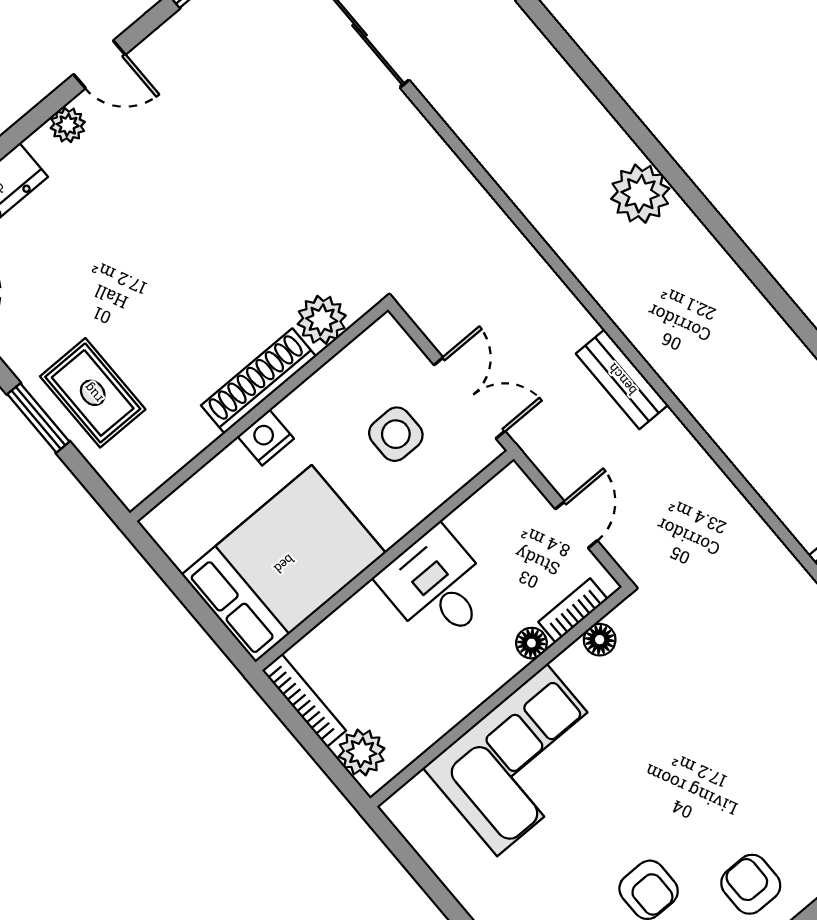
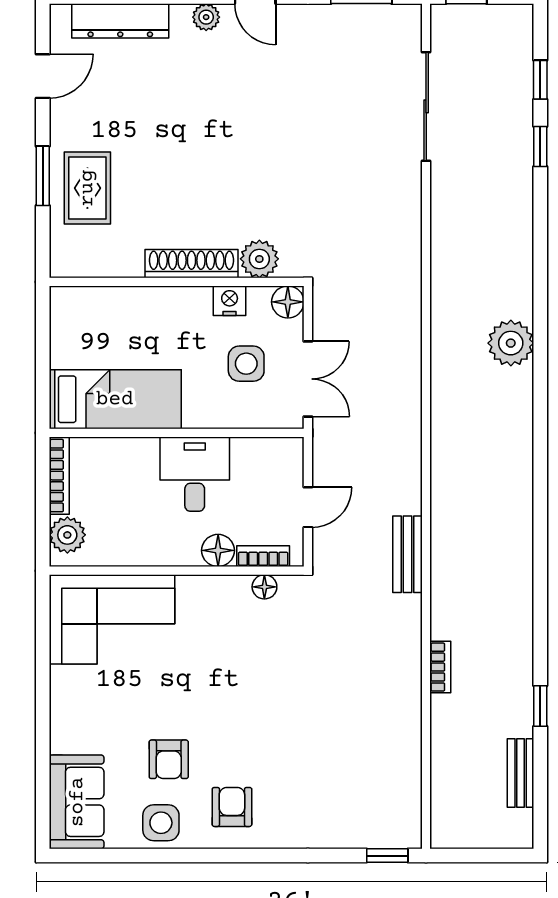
floor lamp: (386, 339) -> (288, 302), added
bench: (622, 379) -> (407, 554), moved
nightstand: (266, 437) -> (230, 301), moved
bed: (284, 564) -> (115, 399), width x0.67
floor lamp: (531, 643) -> (218, 550), width x1.37, depth x1.37
corner sofa: (522, 760) -> (112, 619), moved

